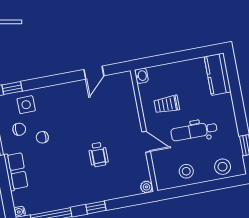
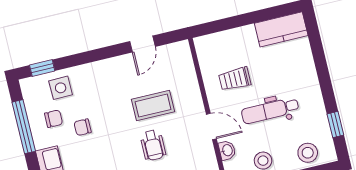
kitchen counter: (218, 74) -> (281, 29), moved, turned -90
washbasin: (141, 76) -> (227, 150), moved
coffee table: (100, 123) -> (153, 106), added

